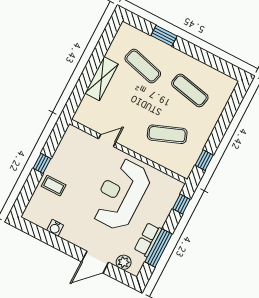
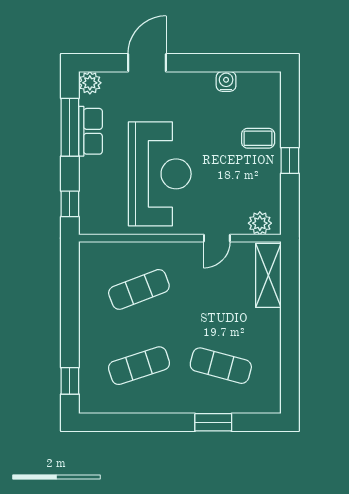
shelving: (102, 79) -> (268, 275), moved
exercise mat: (190, 90) -> (139, 366), turned -30
plant: (78, 136) -> (260, 223), added
window: (204, 160) -> (70, 381), moved
plant: (124, 262) -> (90, 83), moved

